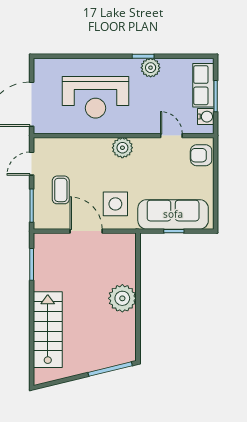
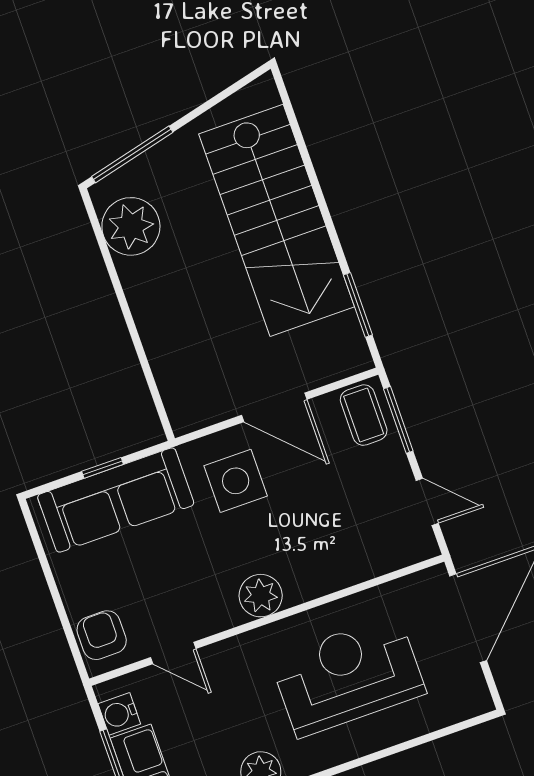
armchair: (201, 155) -> (102, 635), turned -90
door: (32, 164) -> (427, 502), hinge flipped
coffee table: (61, 190) -> (364, 415), moved
plant: (122, 298) -> (131, 226), moved
stairs: (48, 330) -> (277, 220), width x1.36, depth x1.51

